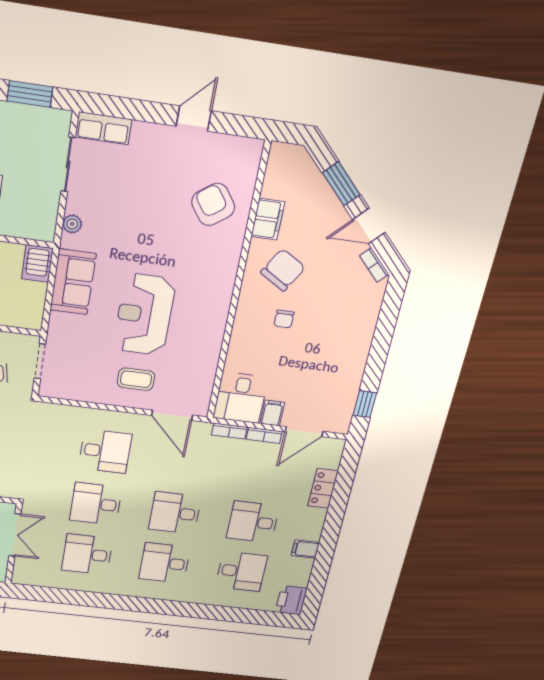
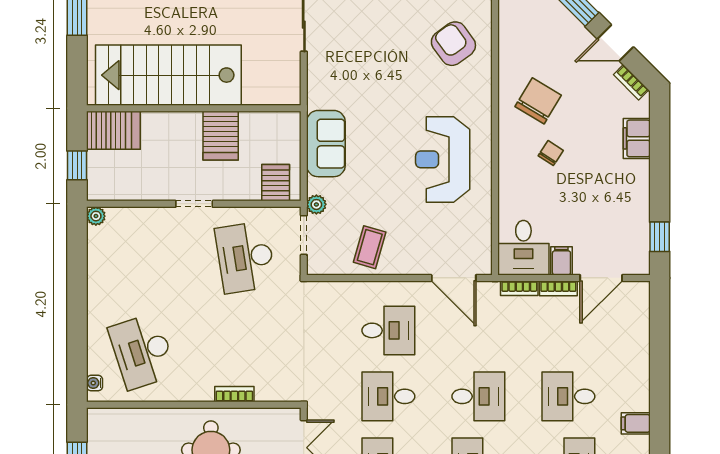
filing cabinet: (268, 219) -> (637, 138), moved, turned 180
plant: (72, 224) -> (316, 204), moved
server rack: (37, 264) -> (276, 183), moved, turned 180
reception desk: (144, 315) -> (443, 159), moved
chair: (284, 319) -> (551, 153), turned -147
coffee table: (136, 379) -> (370, 247), moved, turned -74
locker: (323, 488) -> (638, 344), removed
desk: (175, 513) -> (478, 396), turned 180

